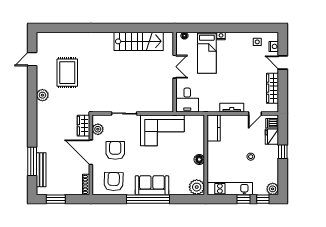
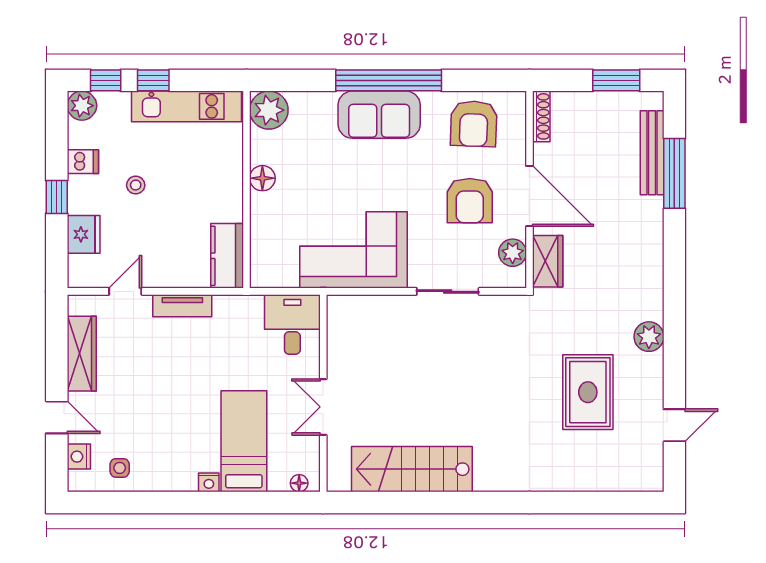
dishwasher: (272, 123) -> (83, 162), moved

